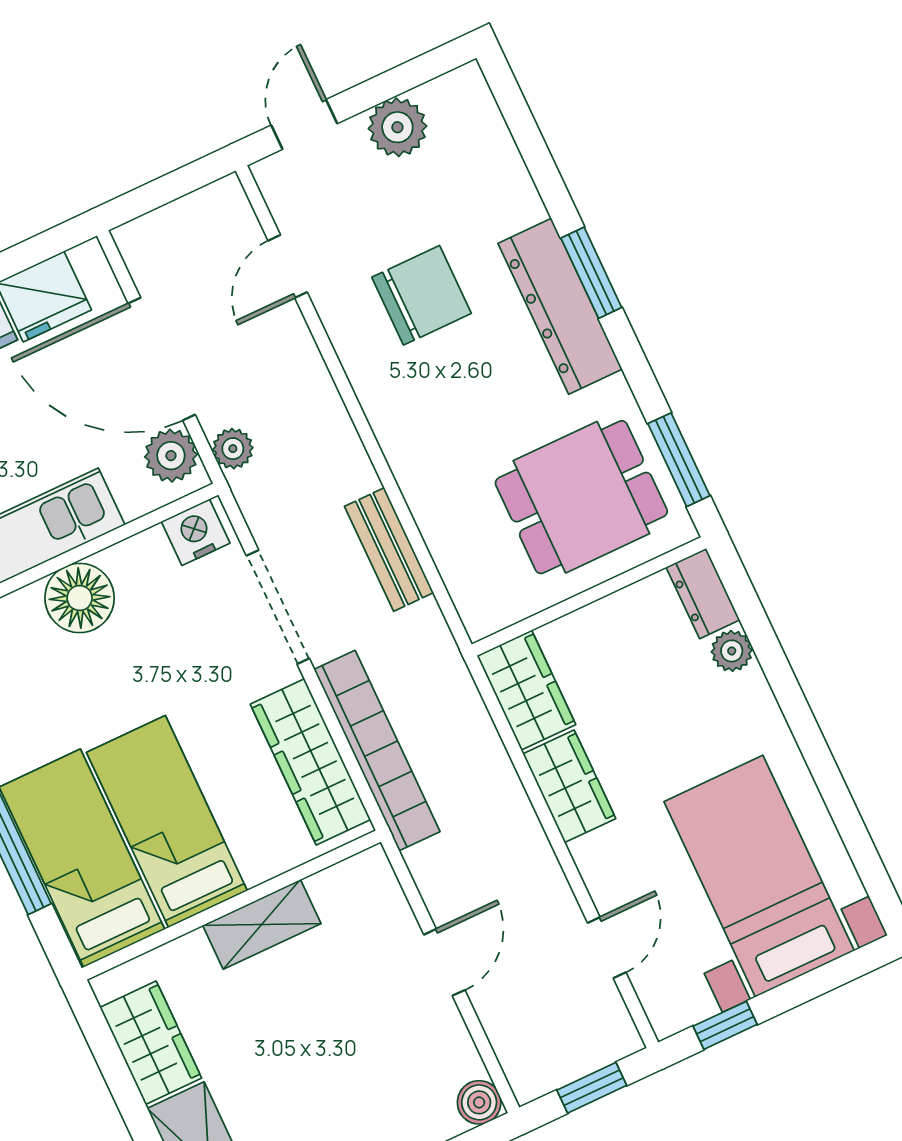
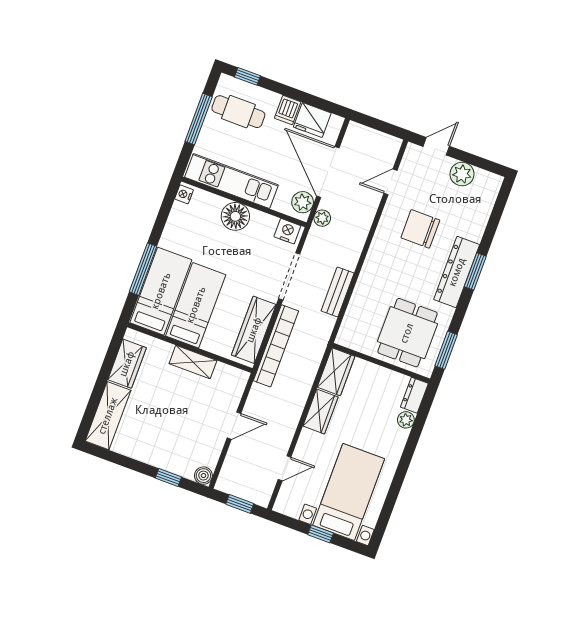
chair: (422, 295) -> (420, 229), turned 180
dining table: (581, 497) -> (407, 333), turned 90
window: (725, 1025) -> (321, 534), moved

